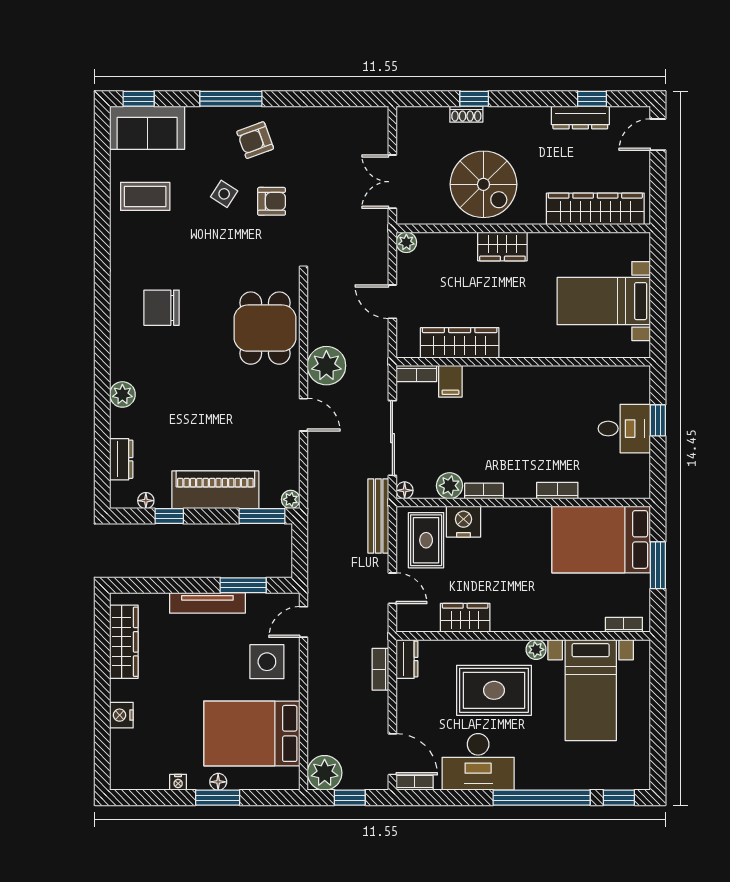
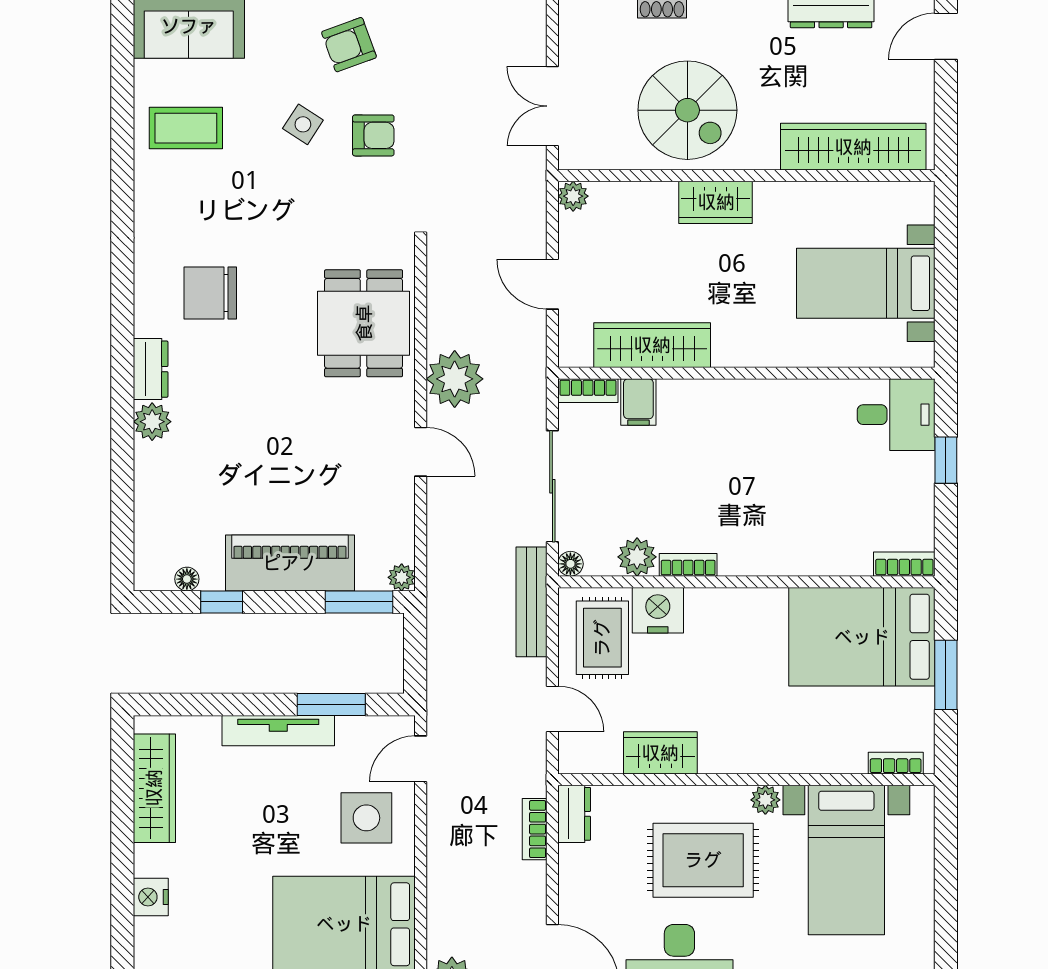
desk: (624, 429) -> (896, 415), moved
dresser: (121, 459) -> (151, 369), moved
bookcase: (557, 491) -> (904, 564), moved

